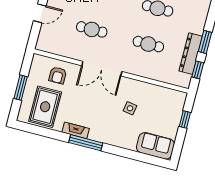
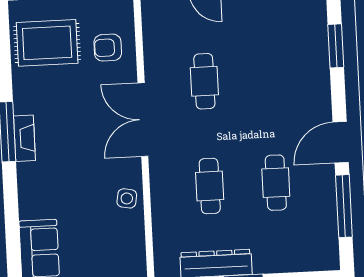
side table: (130, 108) -> (127, 198), moved
fireplace: (76, 130) -> (24, 138), moved

